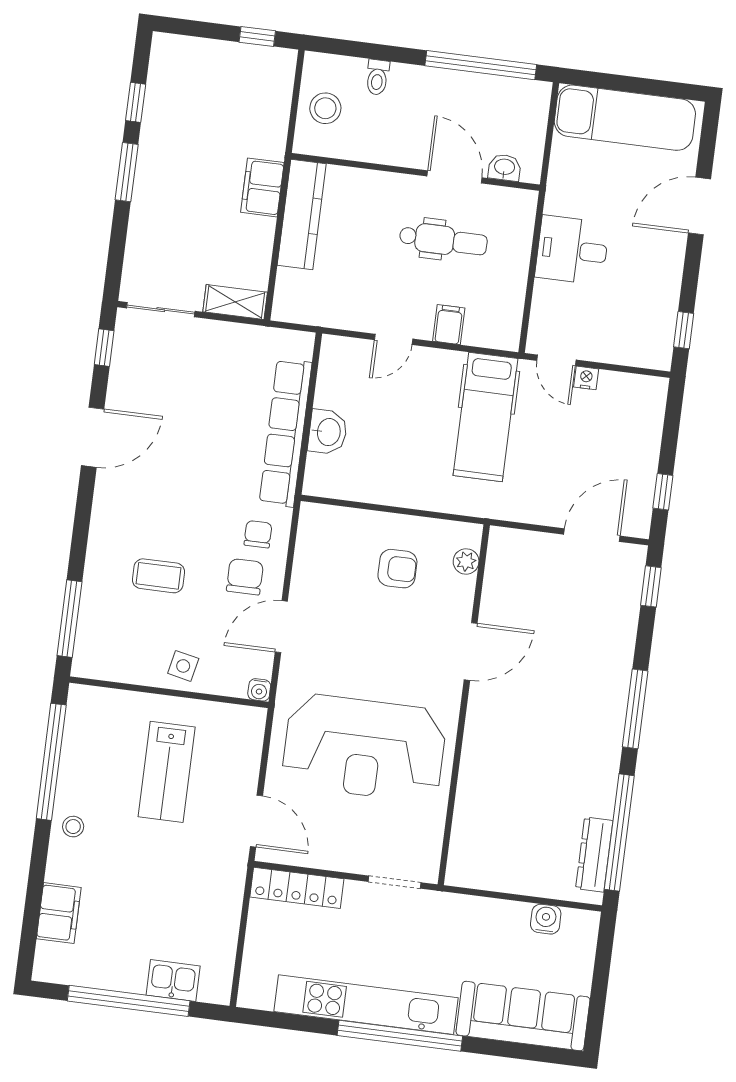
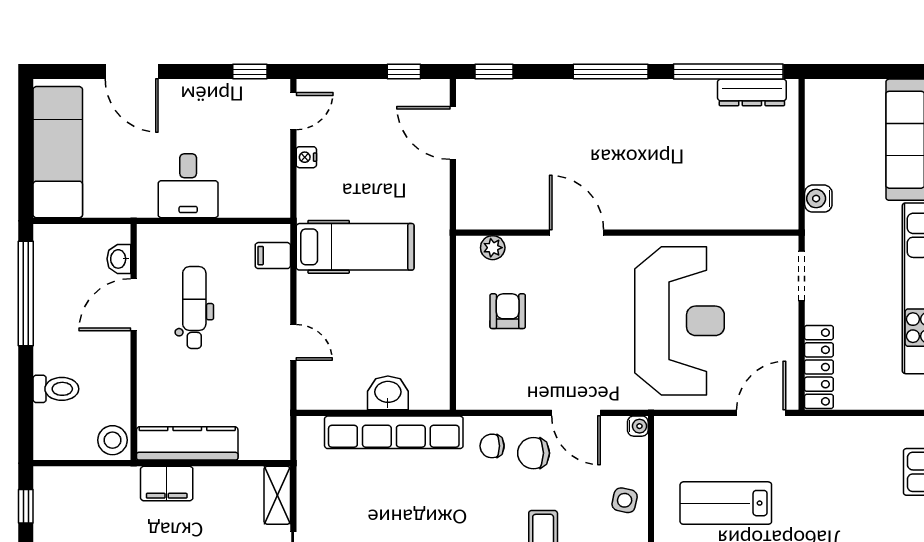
toilet: (377, 77) -> (56, 389), width x1.37, depth x1.39
stool: (325, 108) -> (113, 440), moved
filing cabinet: (449, 325) -> (273, 256), moved
door: (556, 360) -> (293, 111), moved
lab bench: (167, 772) -> (726, 503), turned 180
water cooler: (546, 919) -> (818, 199), moved

